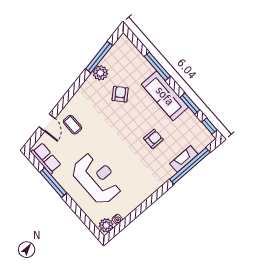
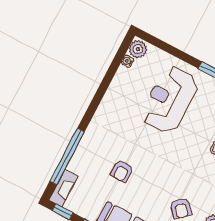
fireplace: (184, 159) -> (64, 188), moved
reception desk: (97, 178) -> (170, 100), turned 90

